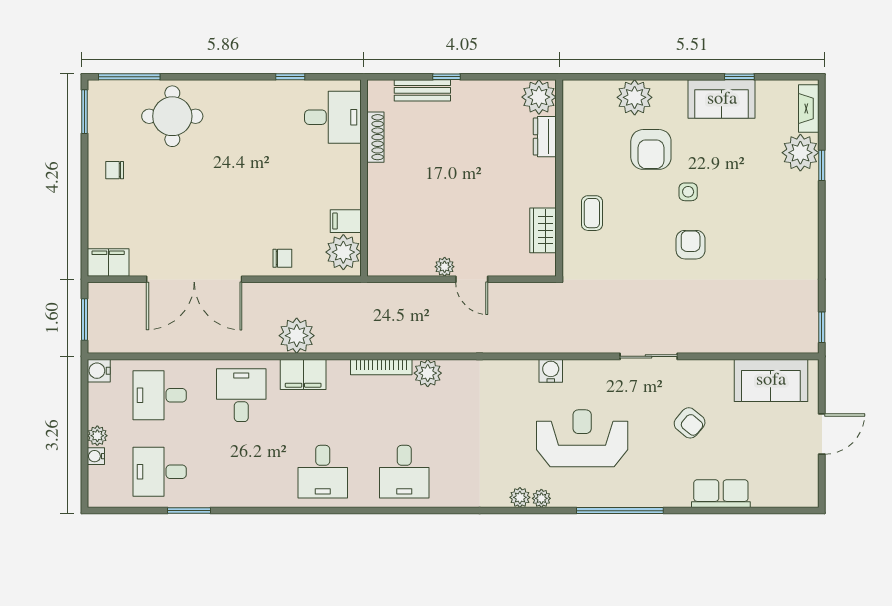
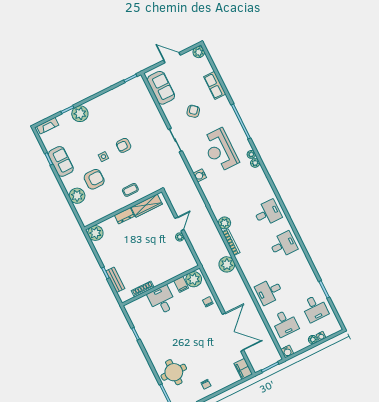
desk: (333, 117) -> (162, 300), moved
dresser: (545, 137) -> (124, 216), moved
plant: (800, 153) -> (80, 114), moved
wardrobe: (543, 230) -> (147, 206), width x1.50
plant: (297, 336) -> (227, 264), moved
filing cabinet: (303, 374) -> (249, 271), removed
plant: (806, 495) -> (199, 52), added

